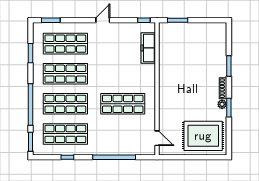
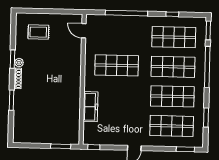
freezer: (148, 48) -> (90, 107), moved
rug: (203, 136) -> (38, 32), width x0.54, depth x0.49

